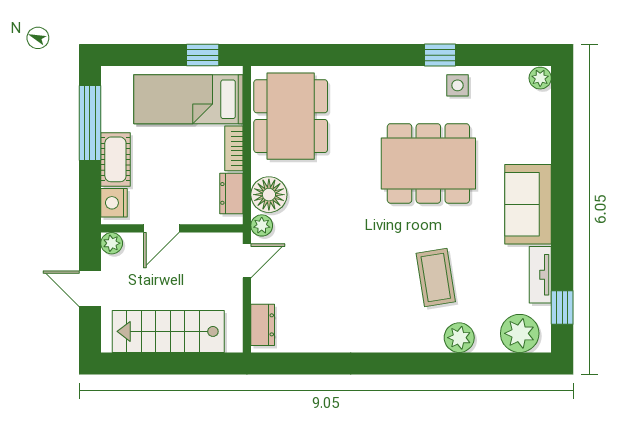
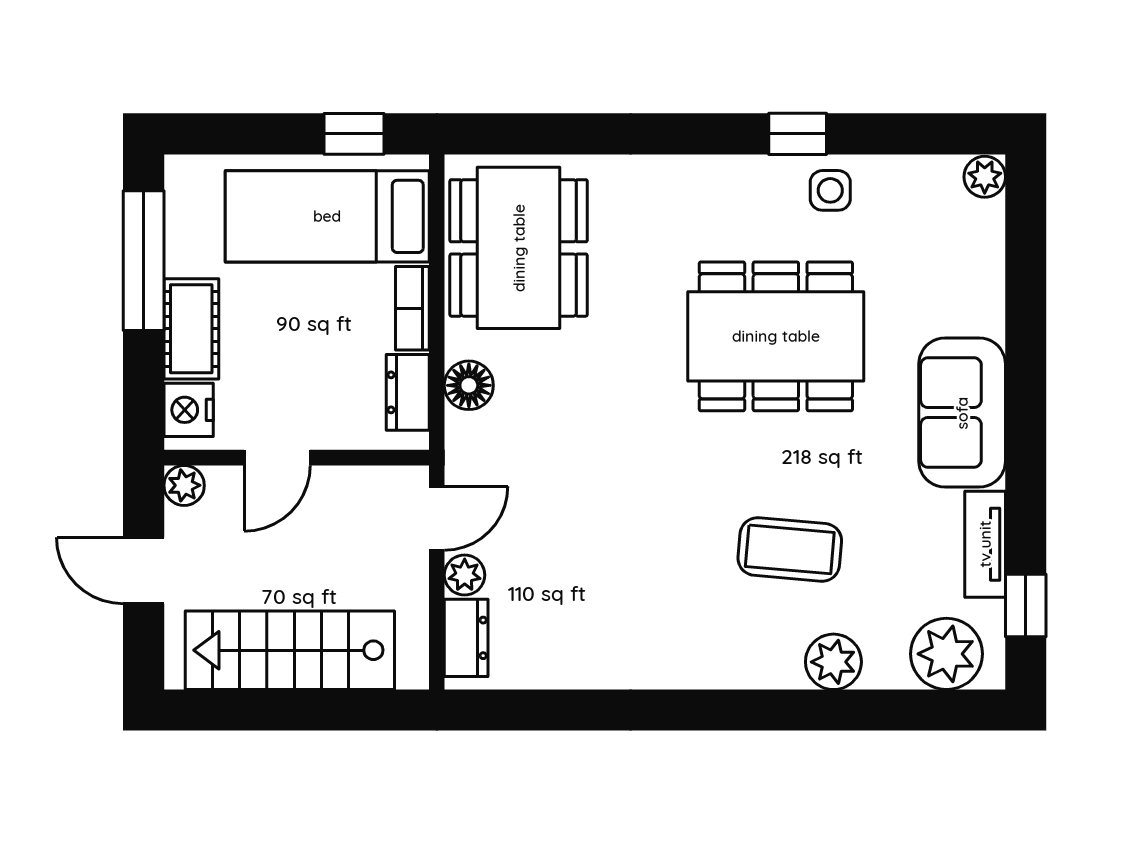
floor lamp: (269, 195) -> (469, 385), width x0.73, depth x0.73
plant: (262, 225) -> (465, 575), moved
coffee table: (436, 278) -> (790, 549), turned -76

